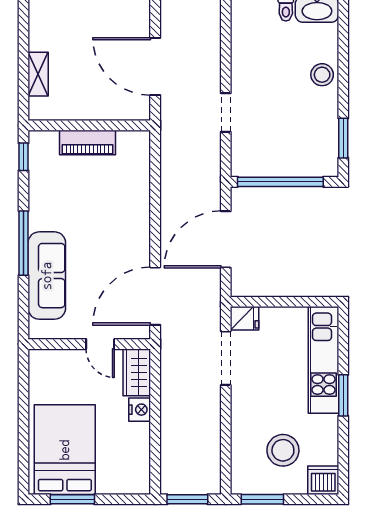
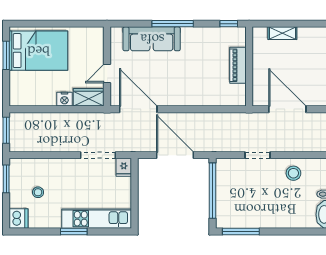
door: (155, 67) -> (287, 109), hinge flipped
stool: (322, 75) -> (293, 173), moved
window: (343, 138) -> (241, 231), width x1.44
stool: (283, 450) -> (38, 192), width x0.53, depth x0.53

